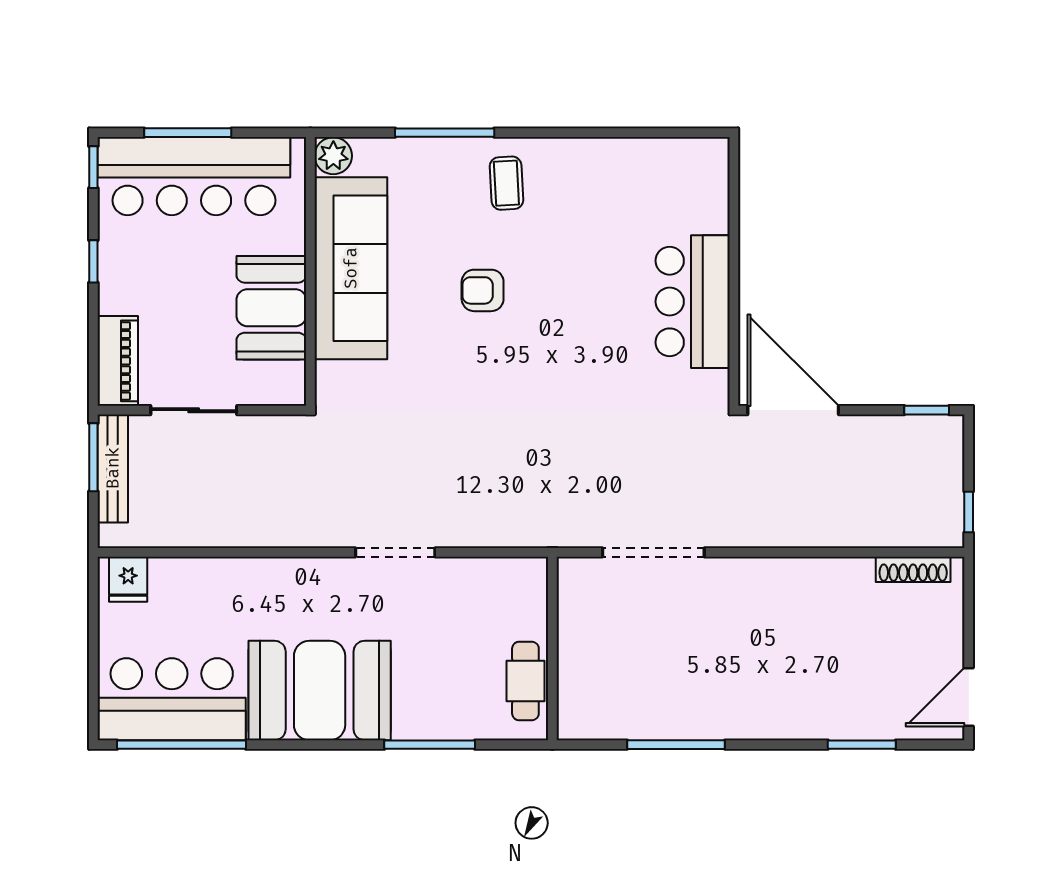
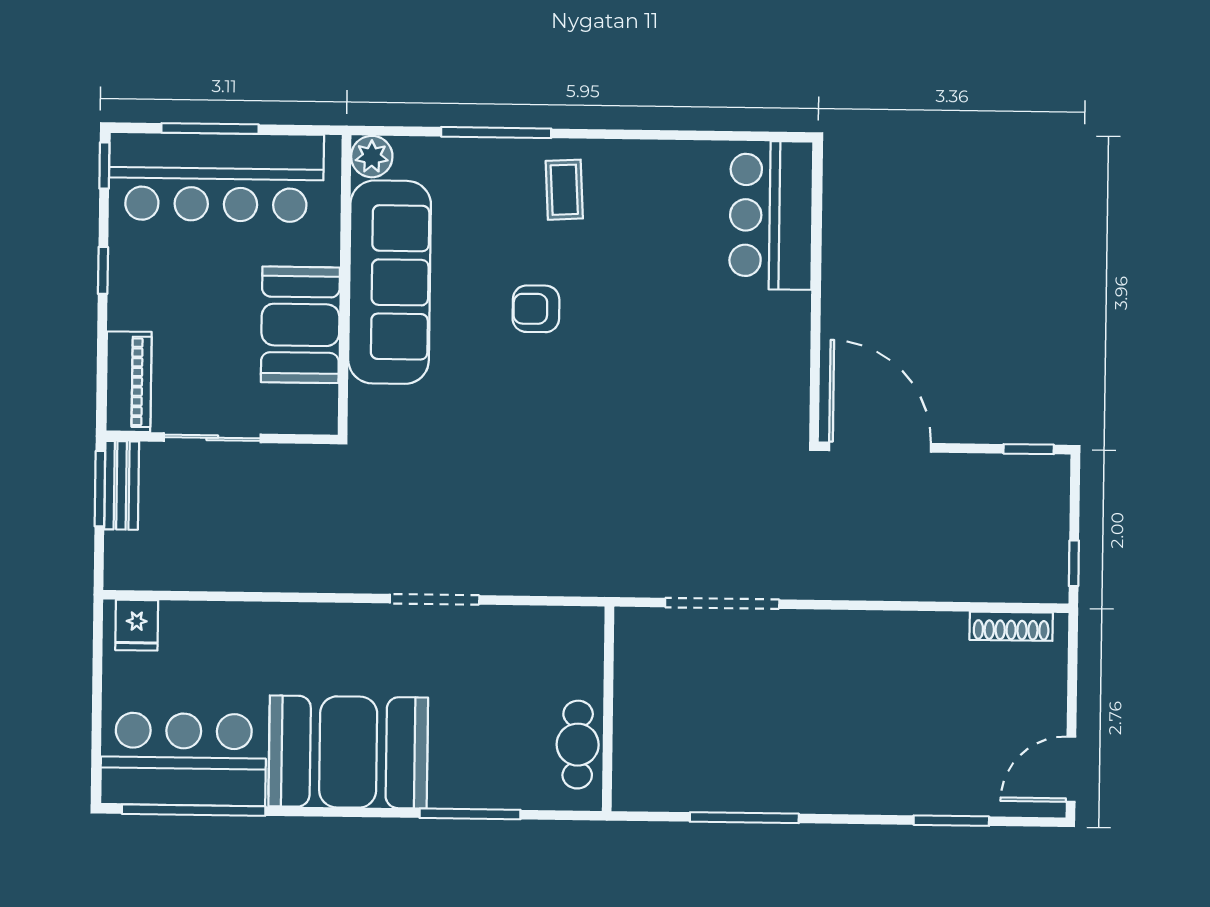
bar counter: (693, 302) -> (771, 215), moved
bench: (113, 468) -> (122, 485), width x0.73

